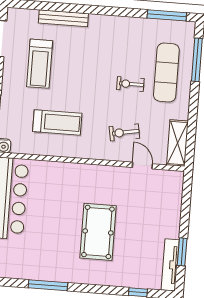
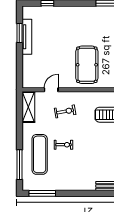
door: (142, 166) -> (51, 90), swing flipped
pool table: (98, 232) -> (87, 65), moved
tv unit: (170, 265) -> (27, 37), moved

